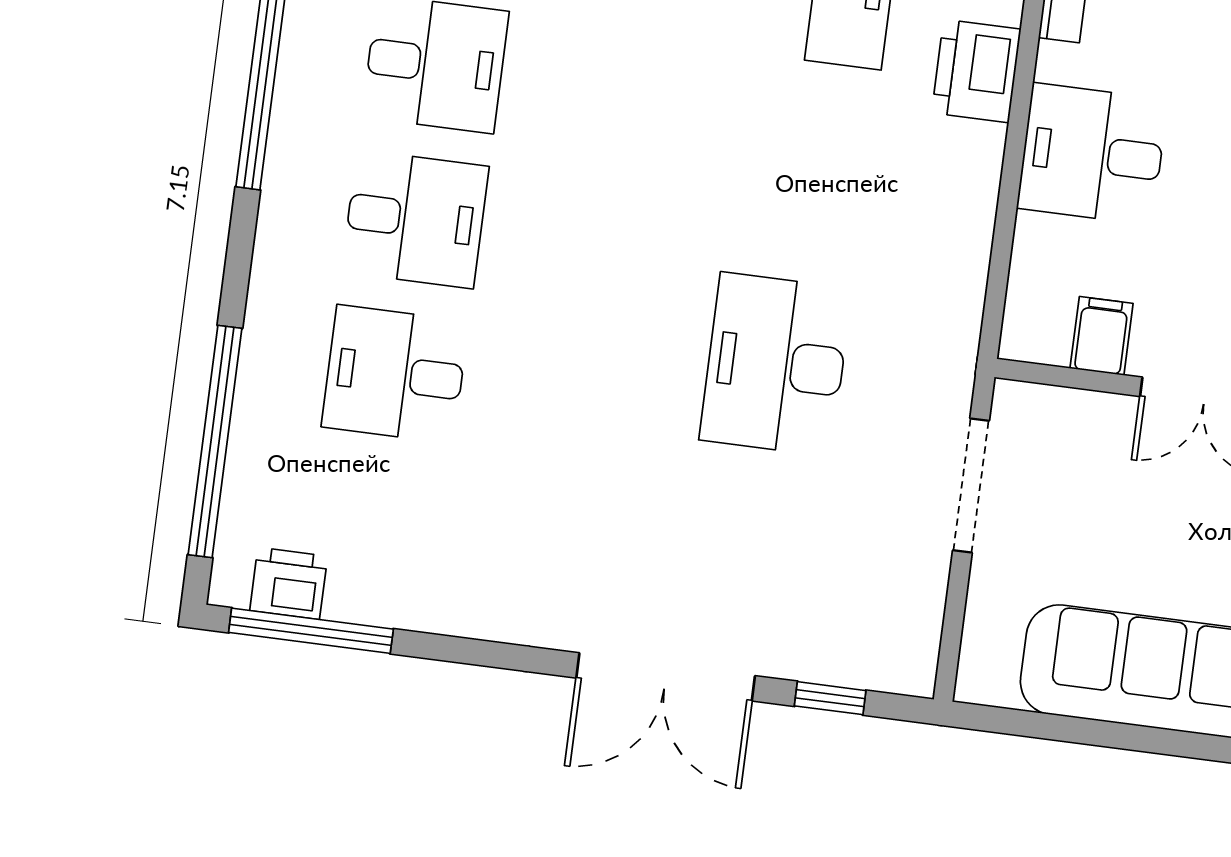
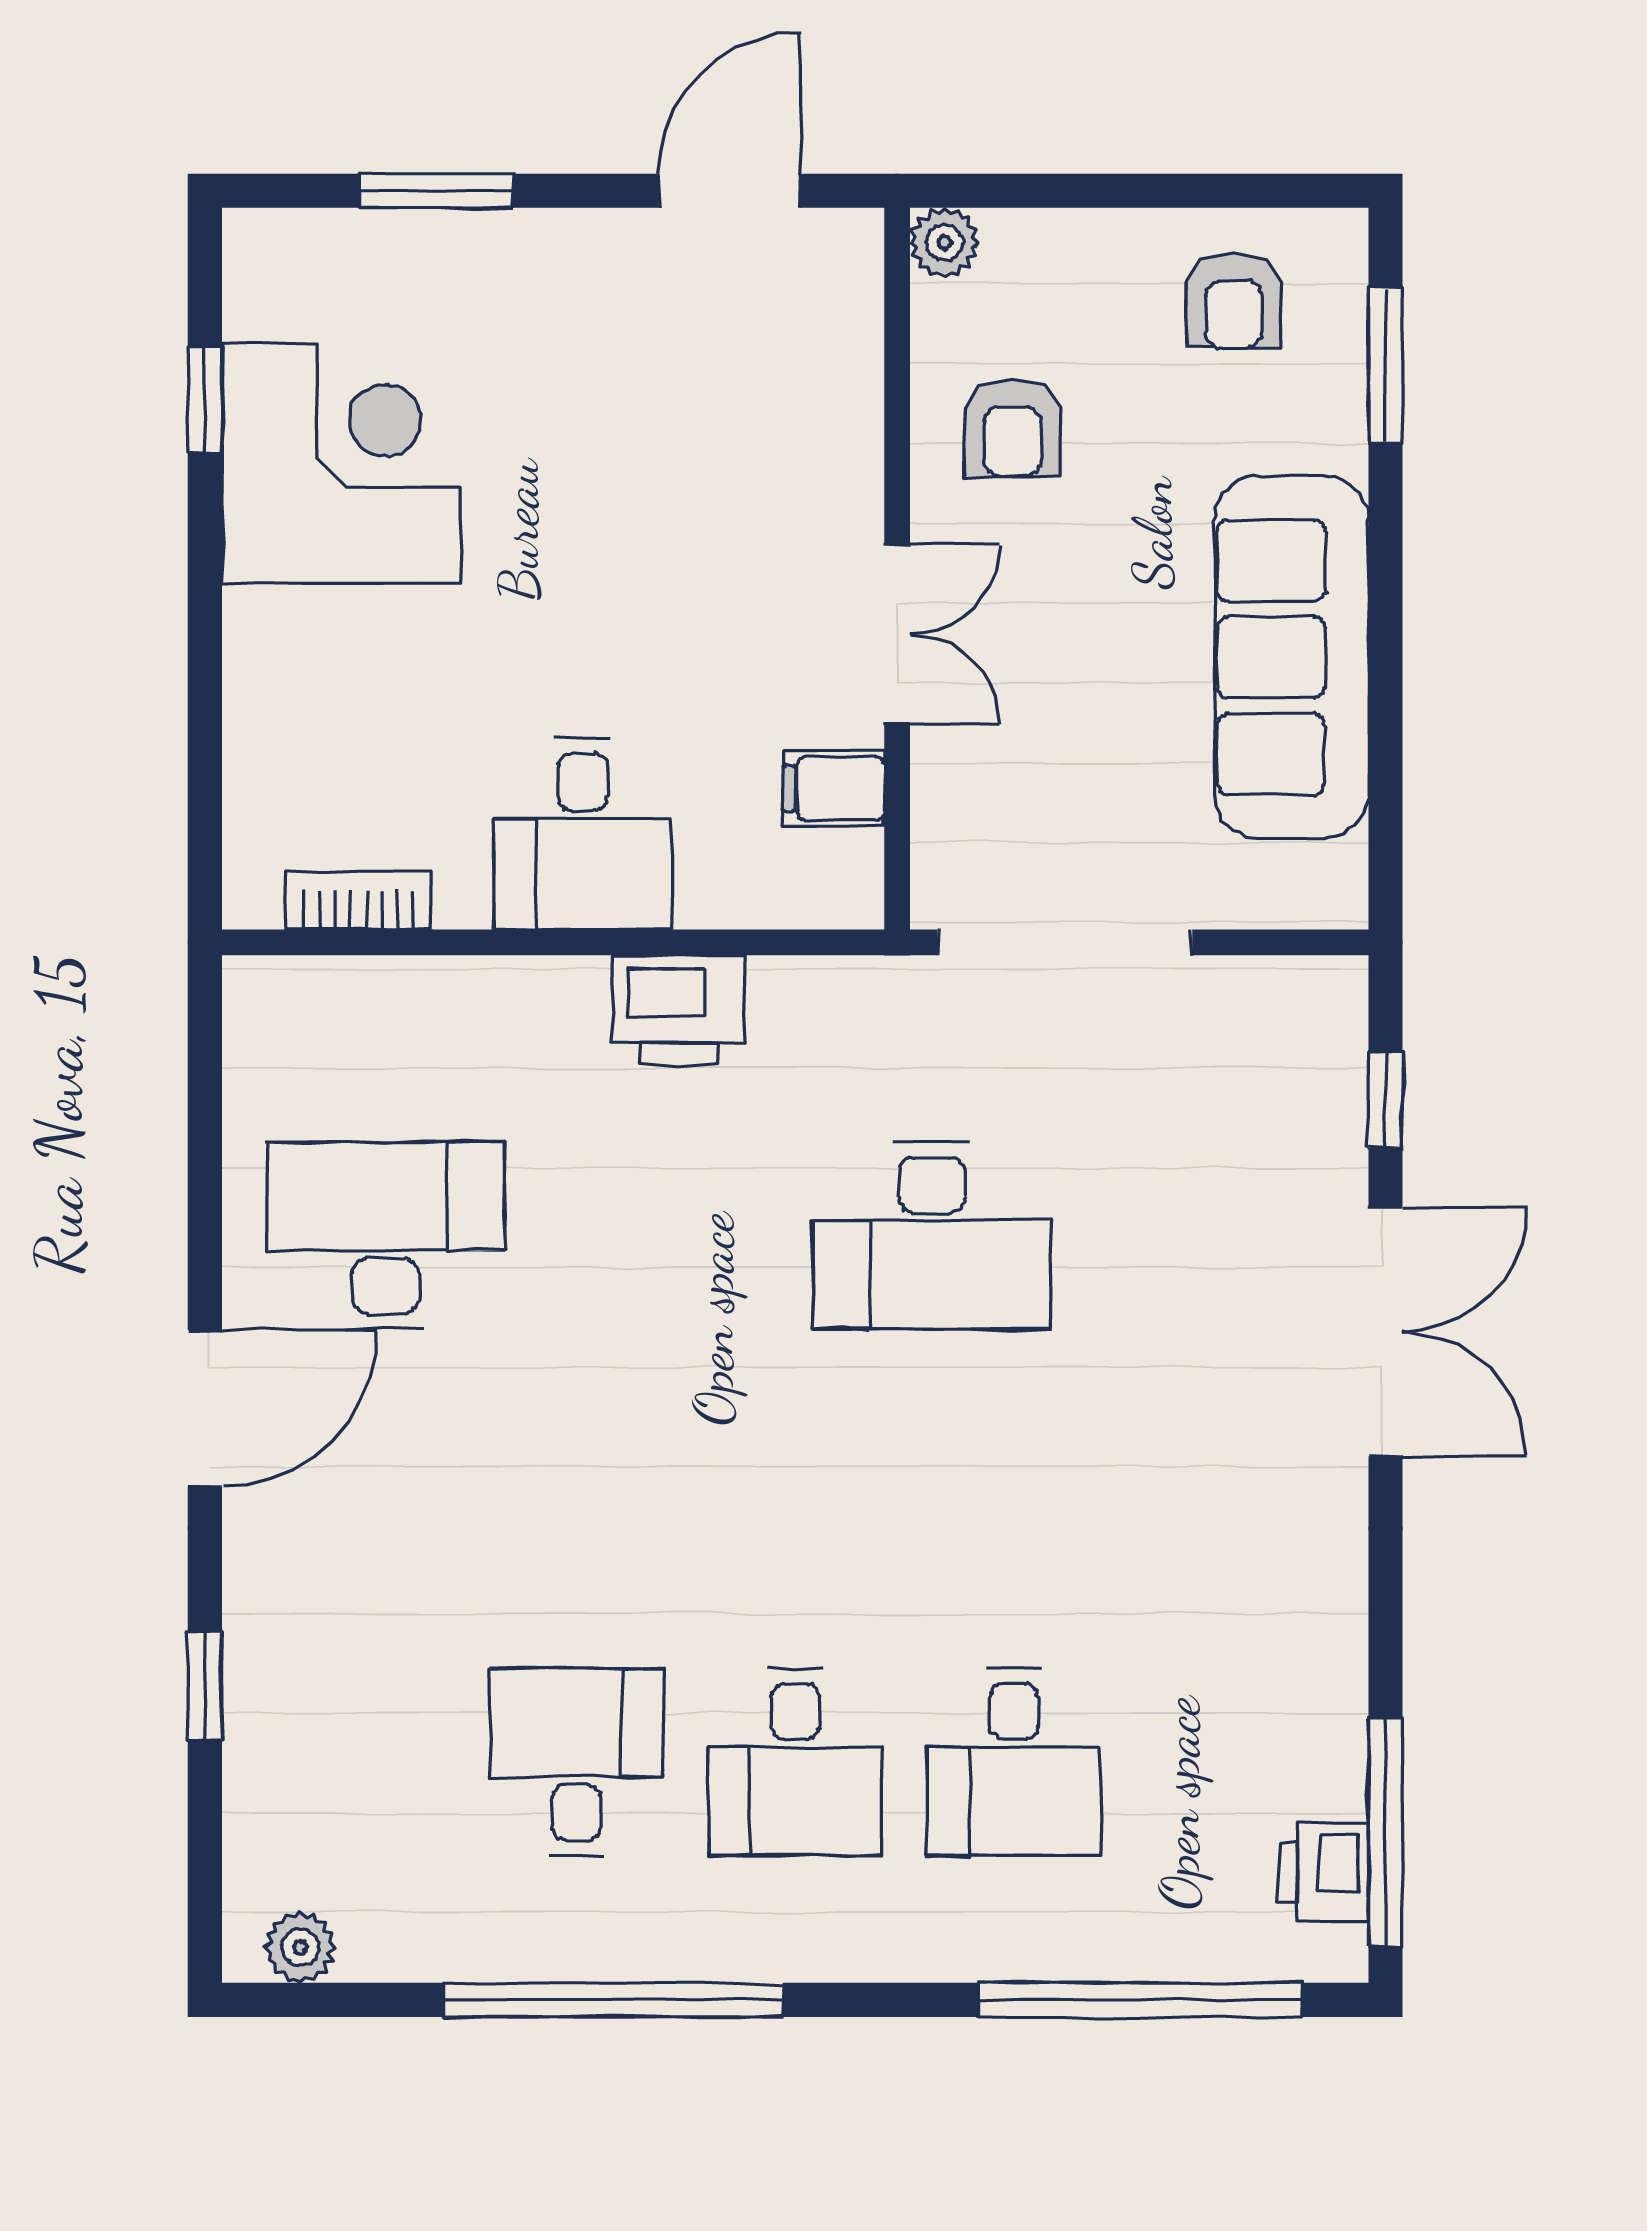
printer: (976, 71) -> (679, 1010), moved
desk: (415, 219) -> (795, 1762), turned 180
doorway: (971, 485) -> (1065, 942), width x1.36

